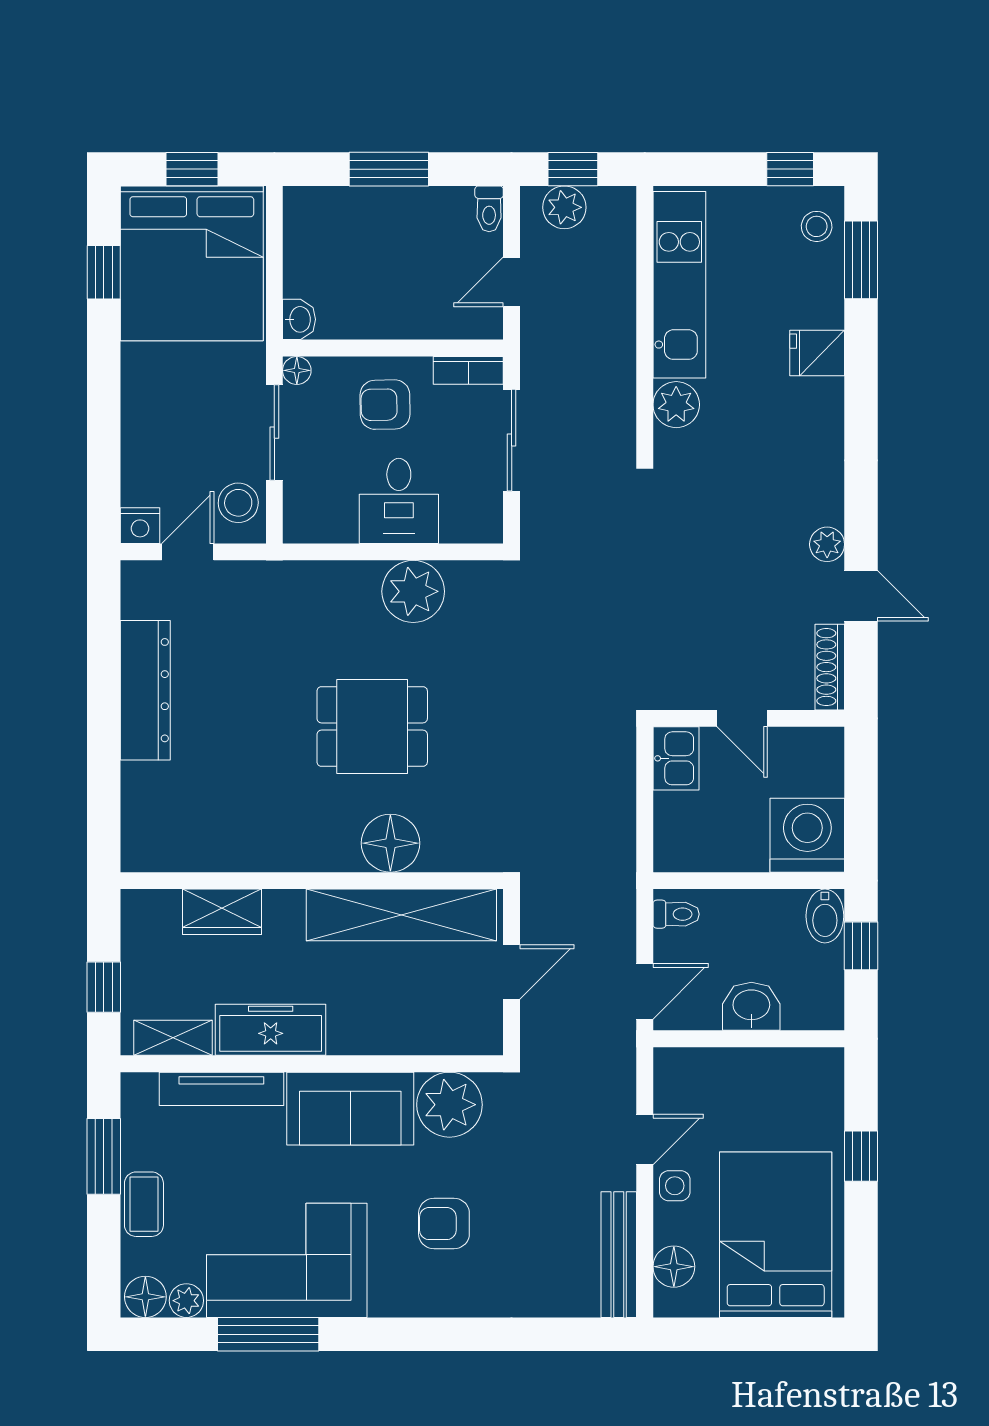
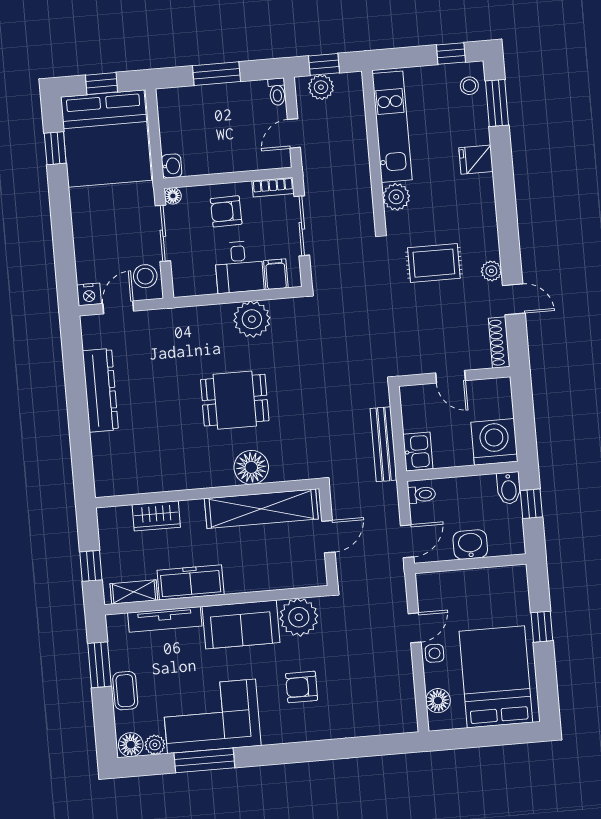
filing cabinet: (461, 519) -> (276, 274), added
rug: (731, 523) -> (434, 263), added
kitchen sink: (676, 758) -> (418, 452), moved
bench: (619, 1255) -> (384, 444), moved

